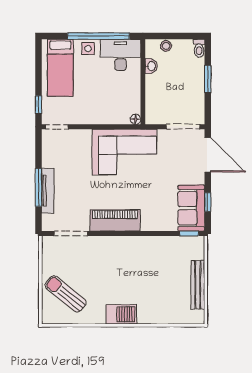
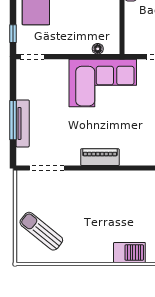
floor lamp: (135, 119) -> (98, 49), moved
piano: (115, 220) -> (100, 157), width x0.73, depth x0.75
barbecue: (121, 314) -> (129, 253), moved

